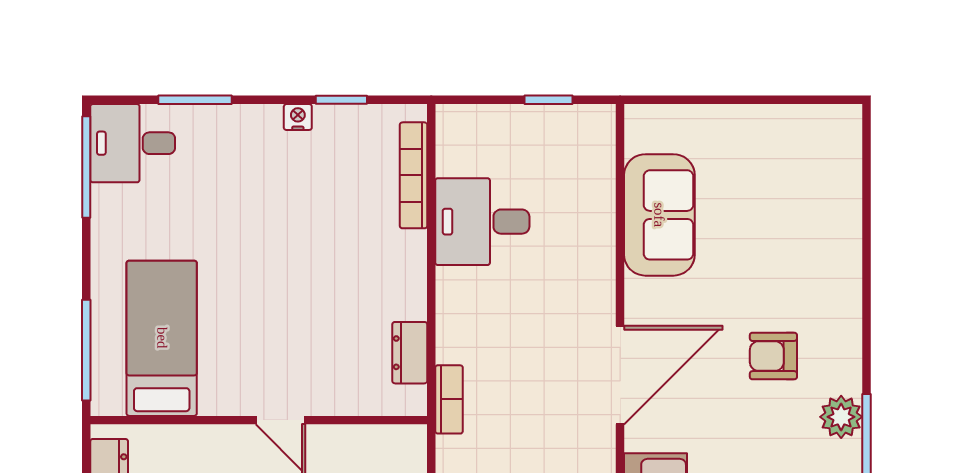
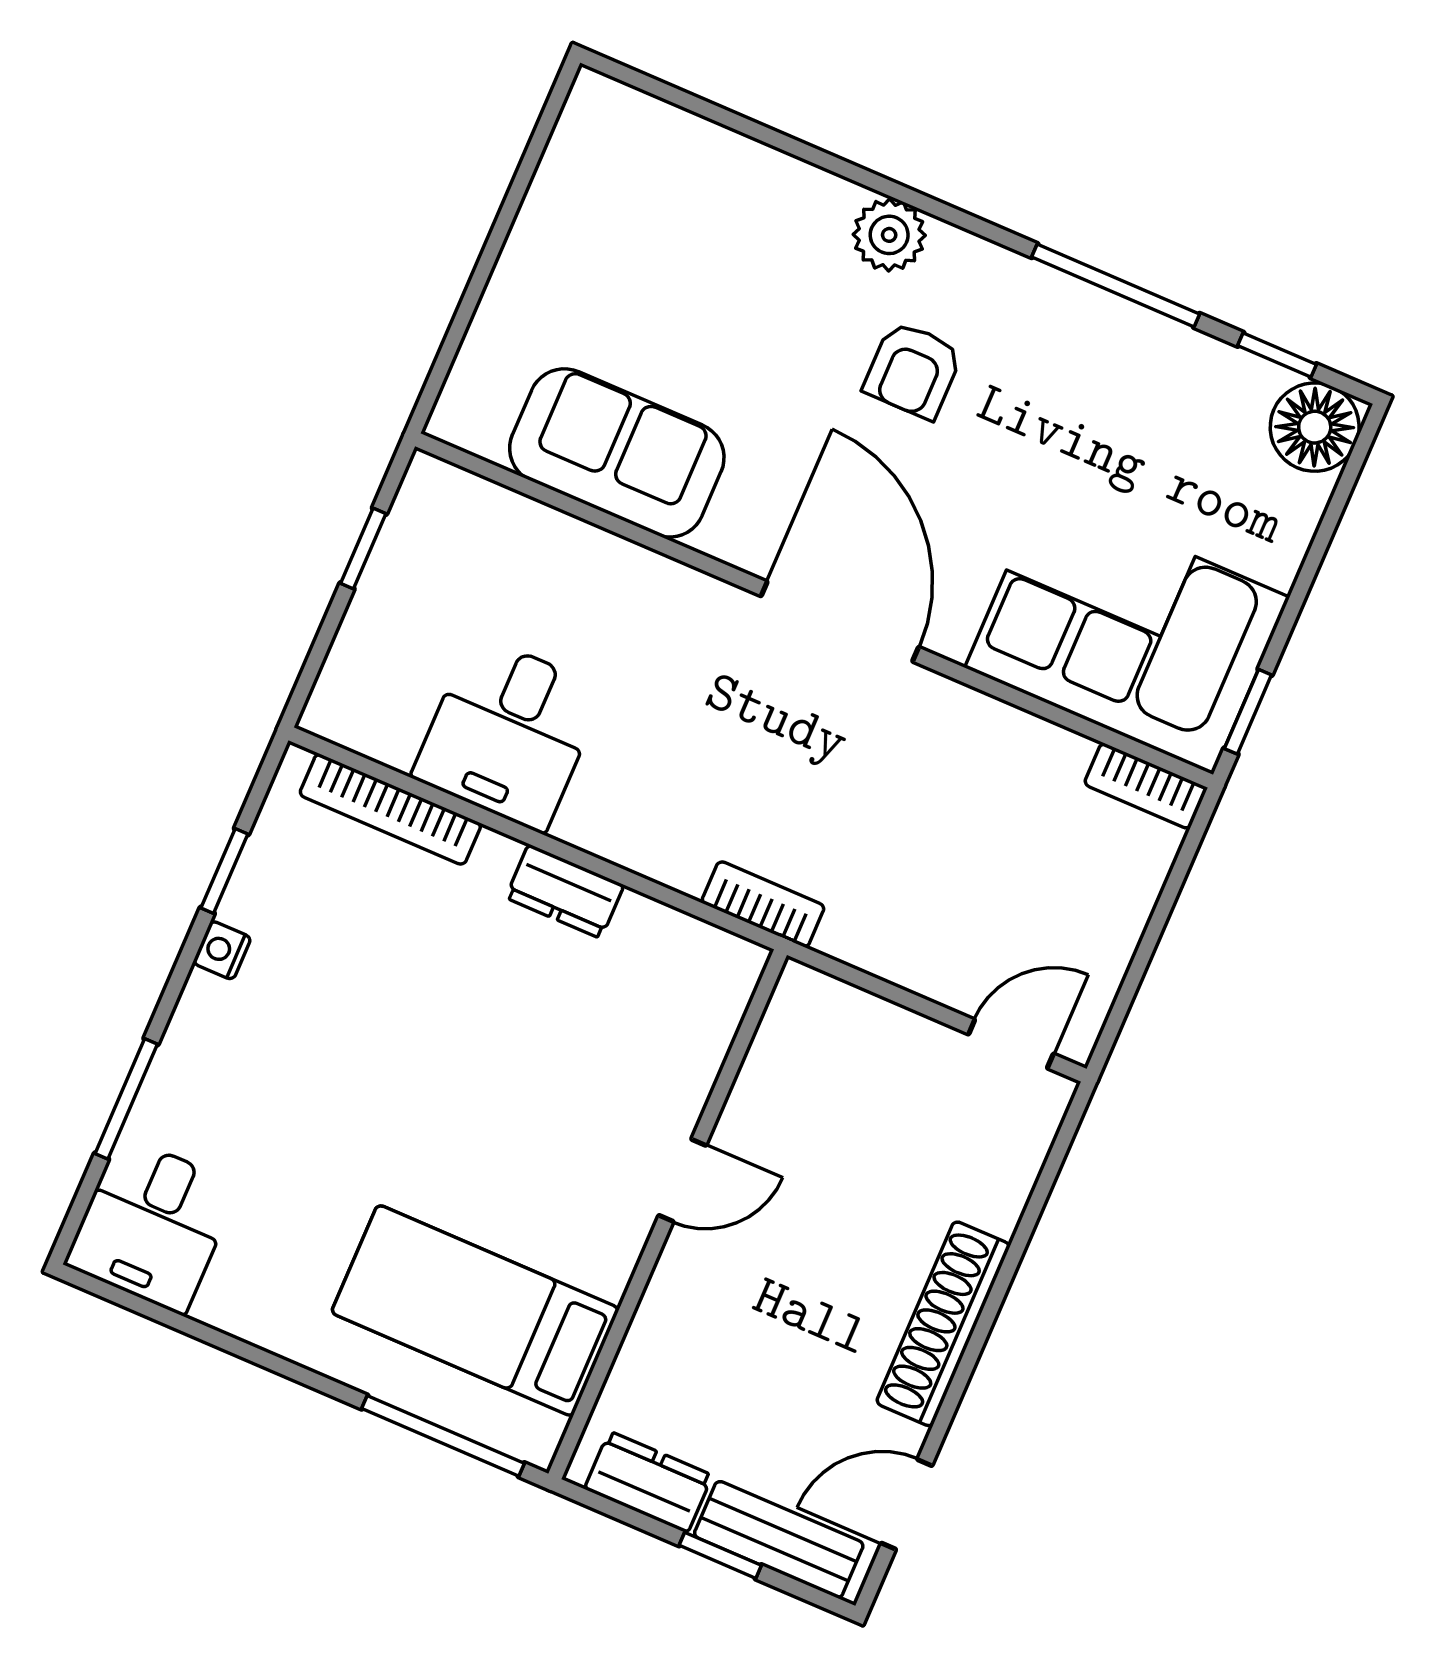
window: (86, 167) -> (158, 1313), removed
dresser: (410, 353) -> (565, 891), moved
plant: (841, 417) -> (889, 235), moved

